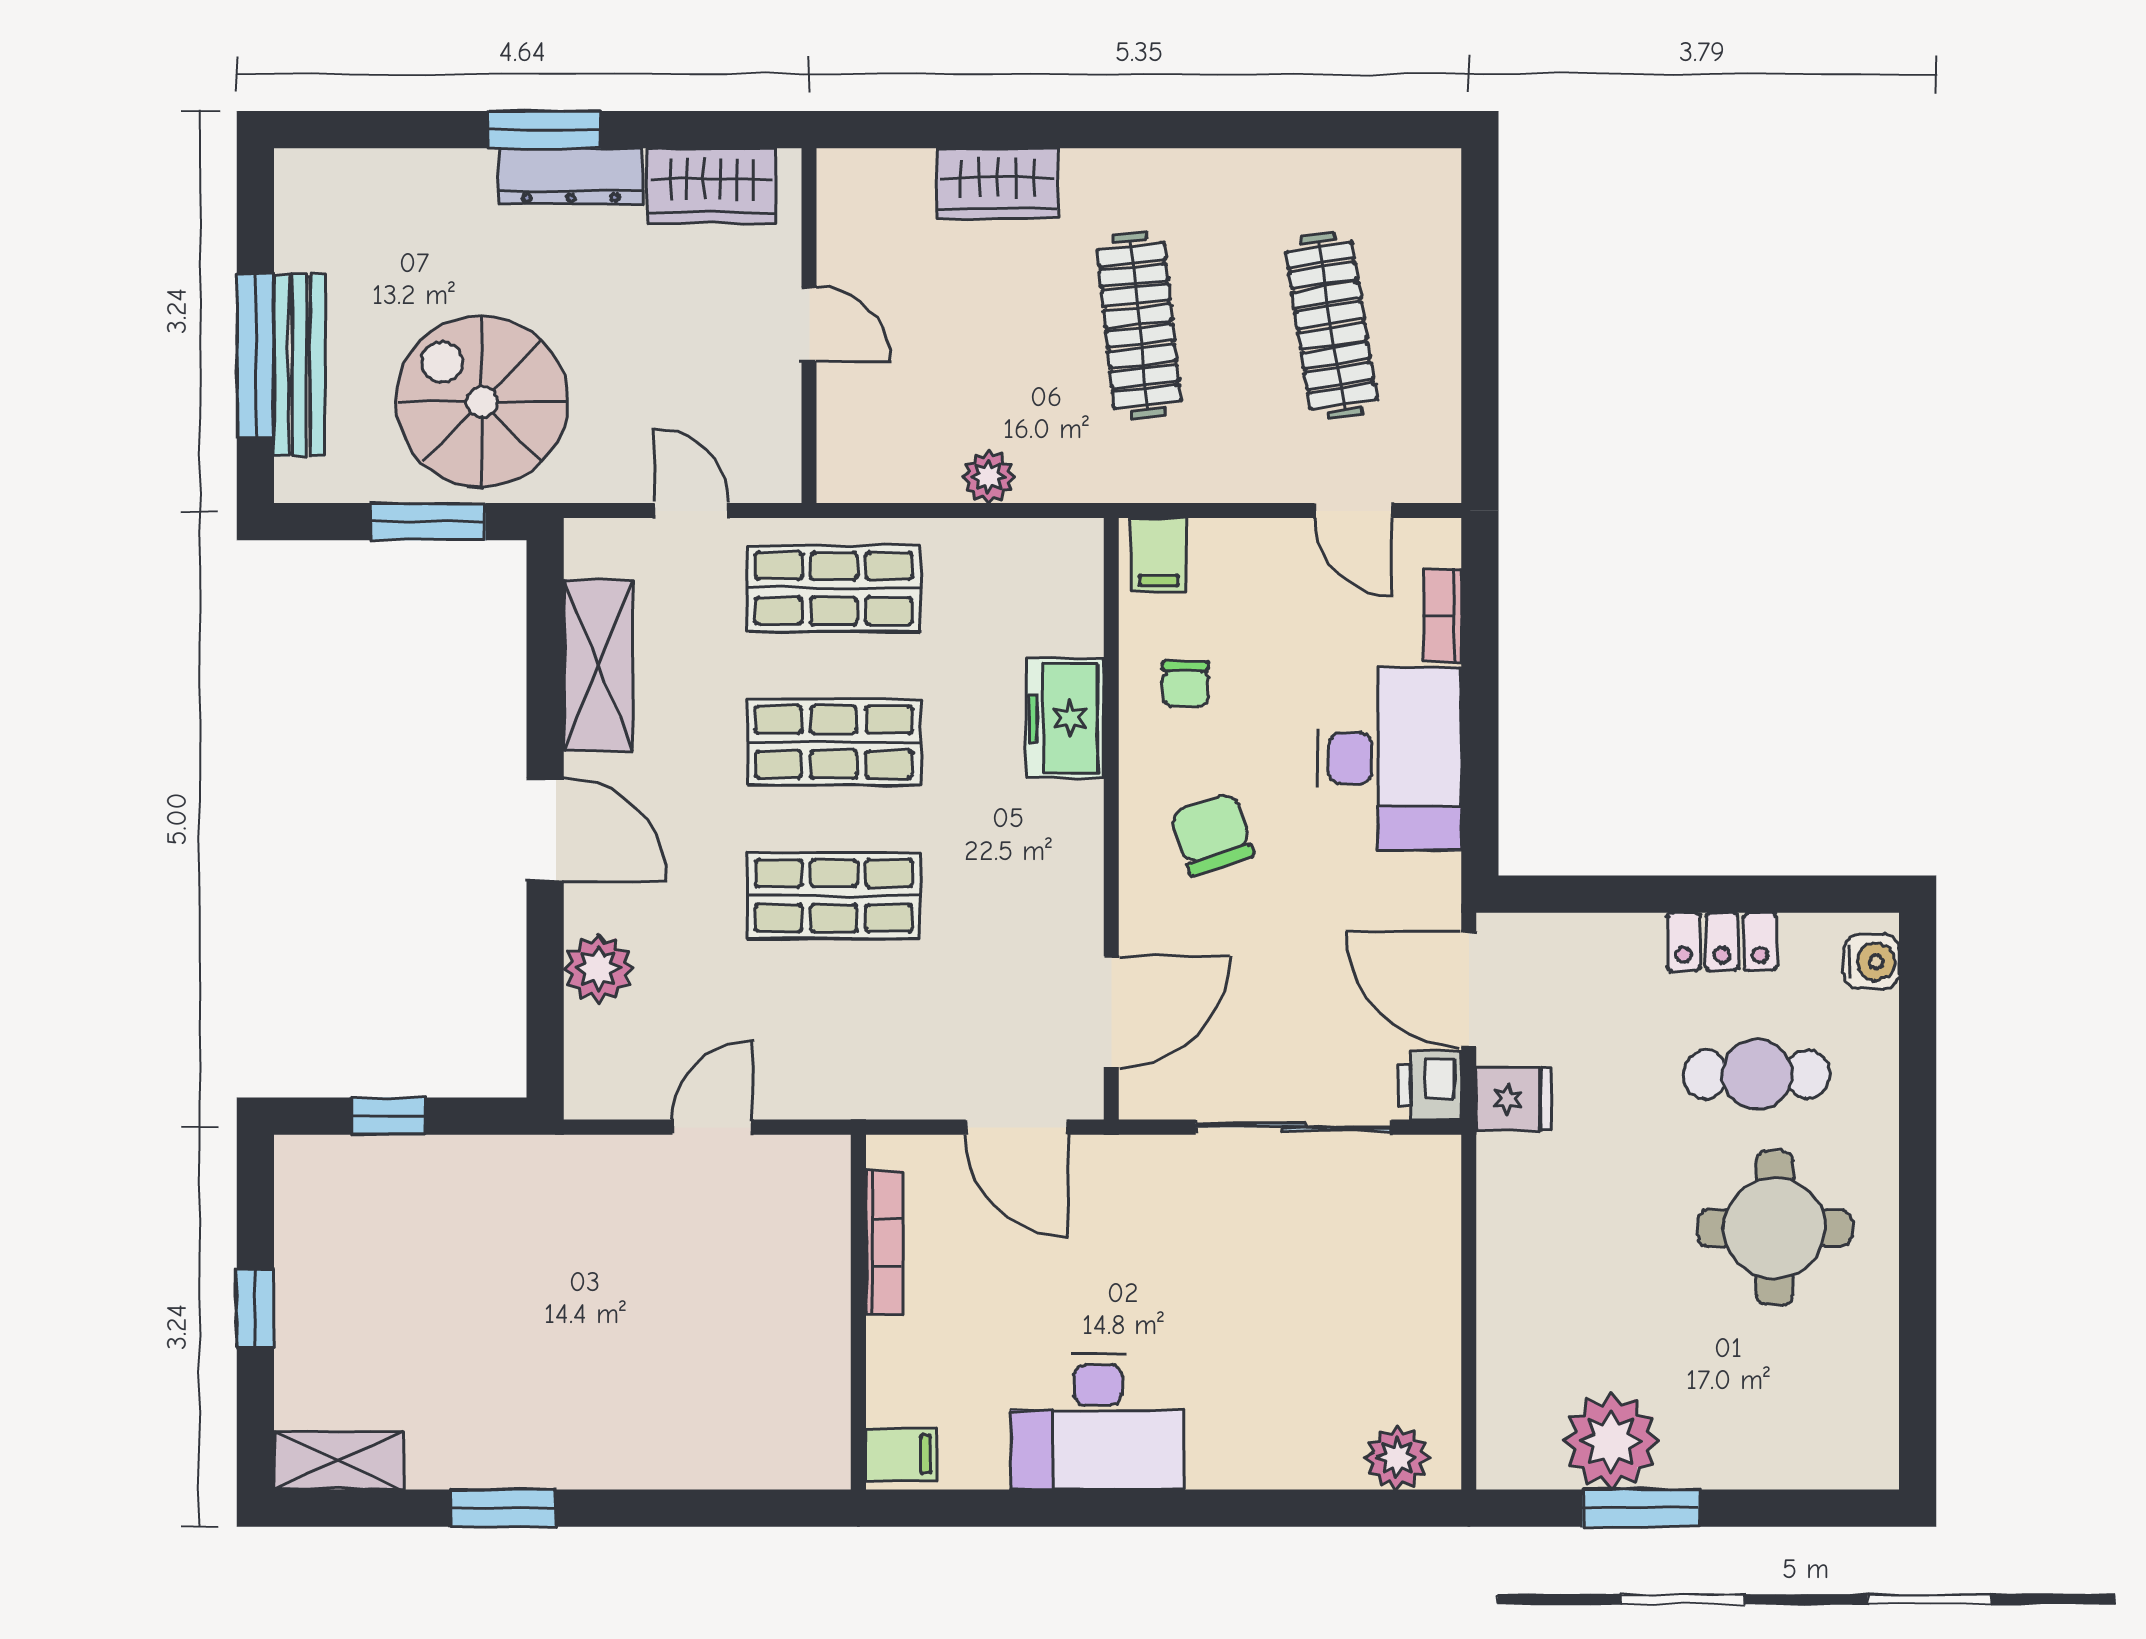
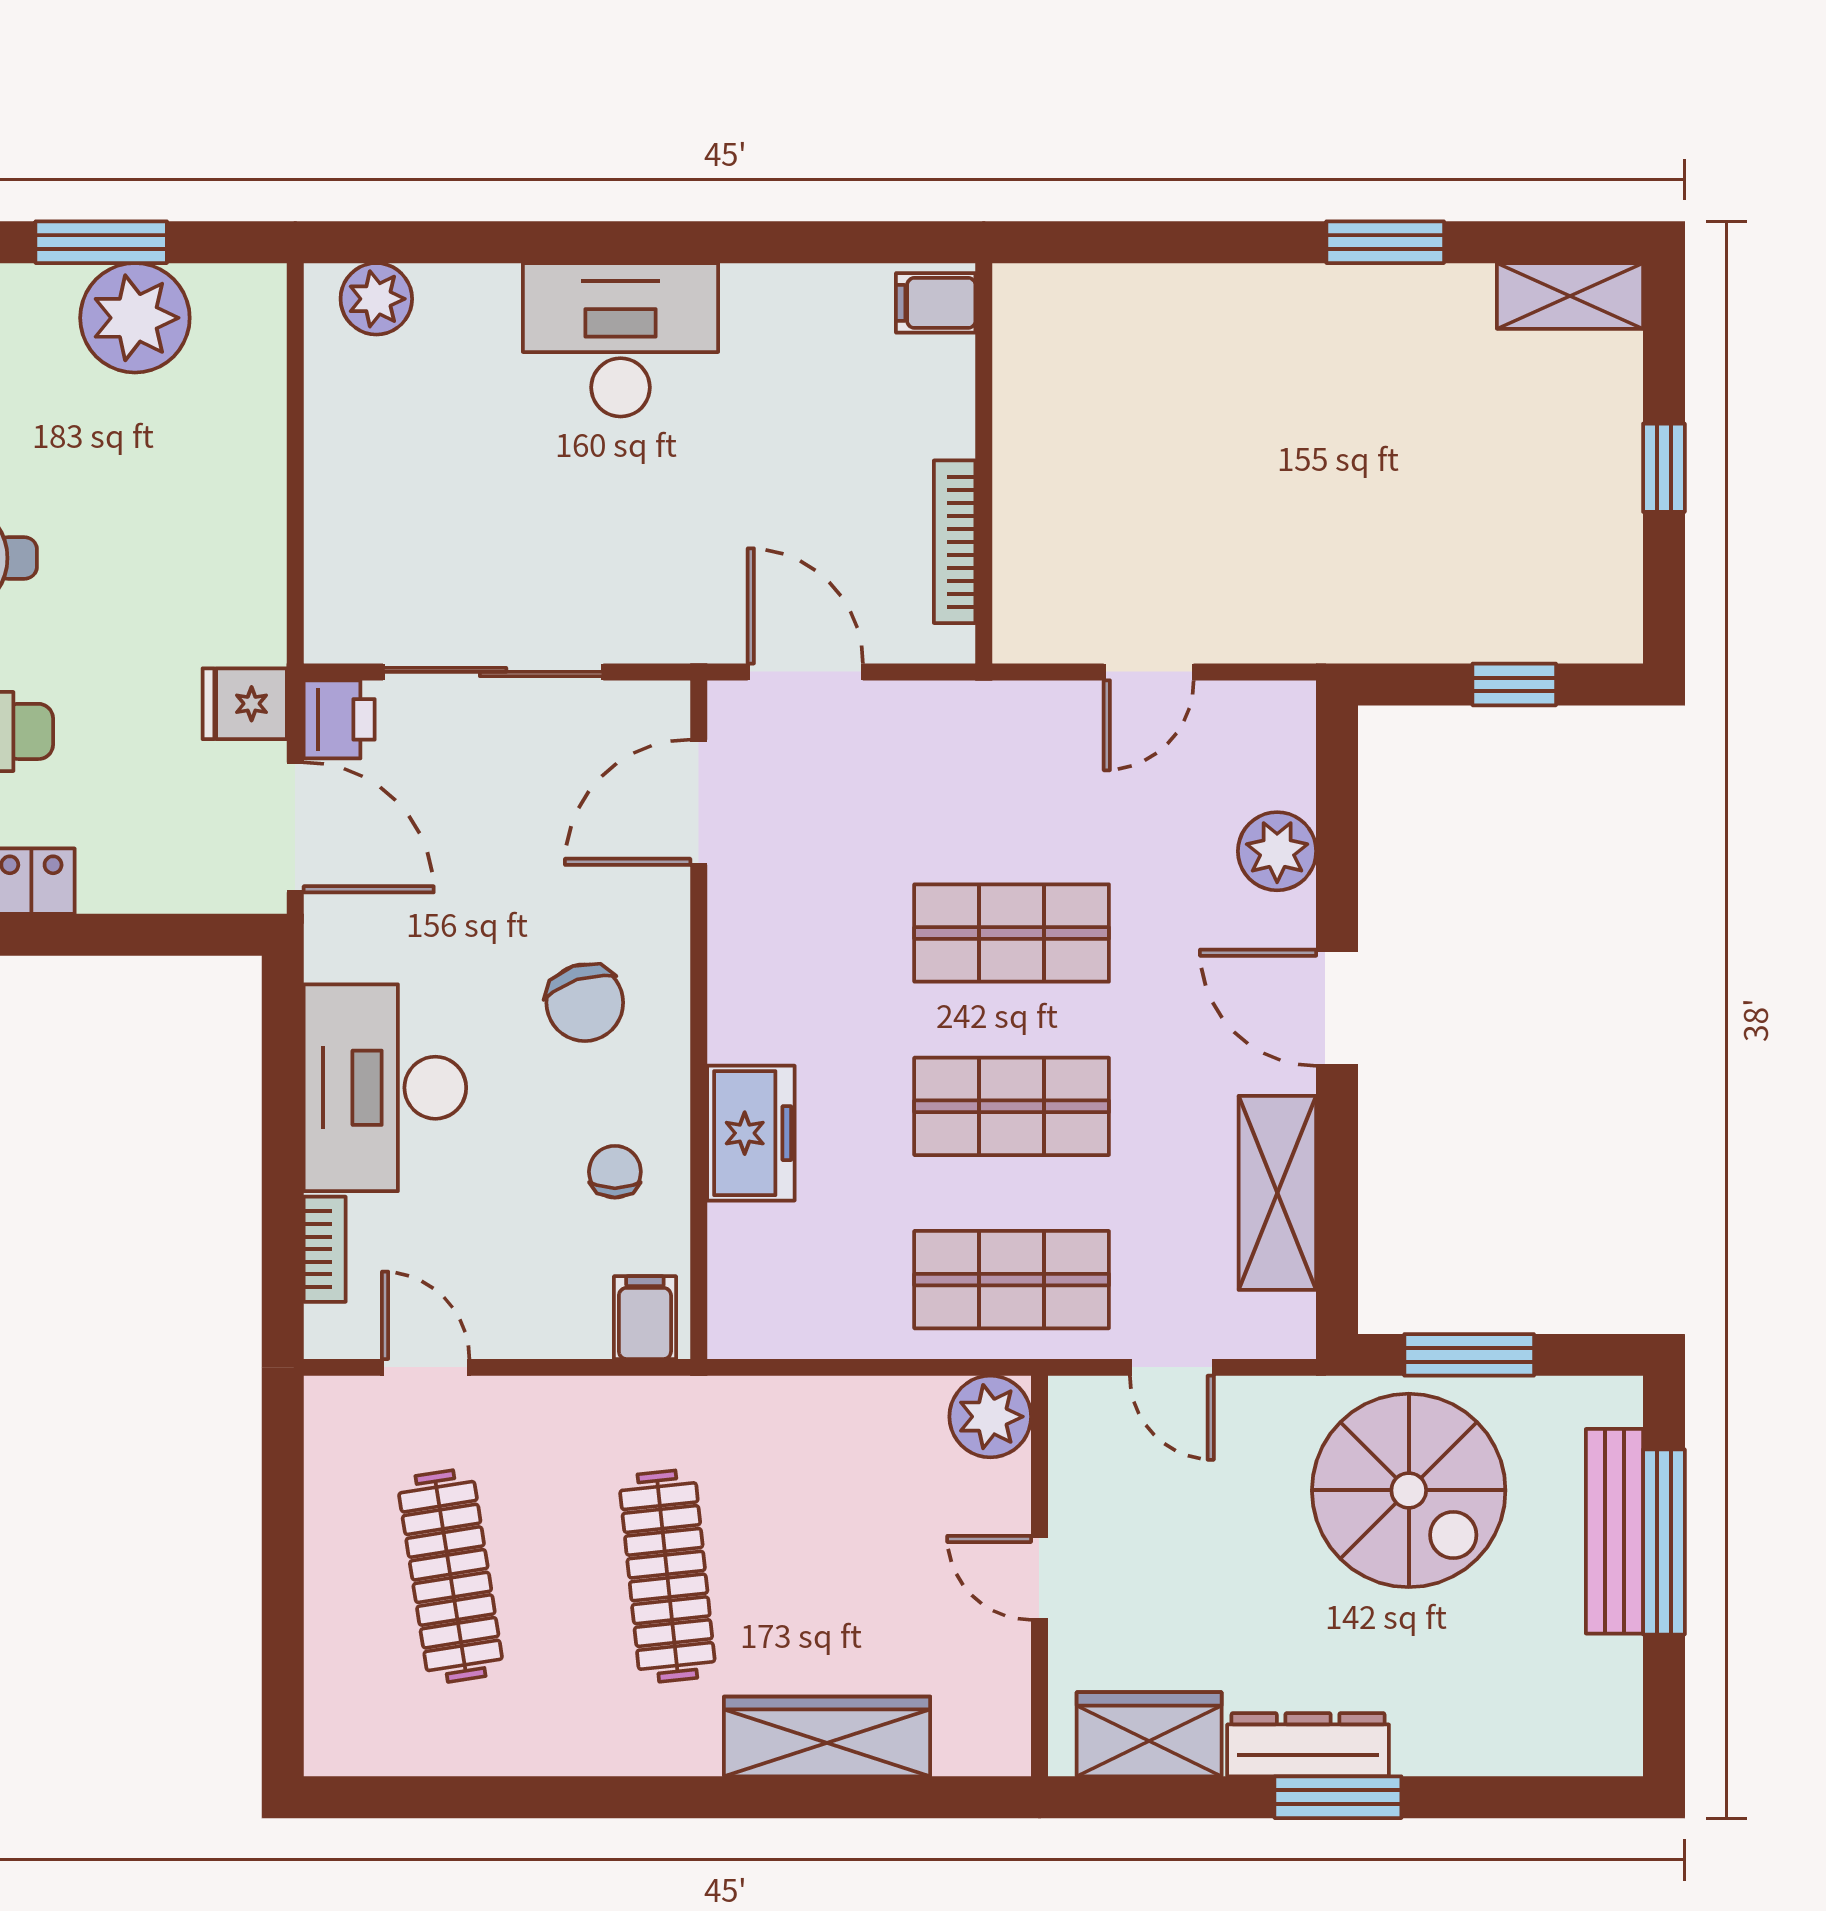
wardrobe: (997, 183) -> (827, 1736), width x1.50
plant: (988, 477) -> (990, 1417), moved, width x1.38, depth x1.38
desk: (1098, 1422) -> (621, 340), moved

